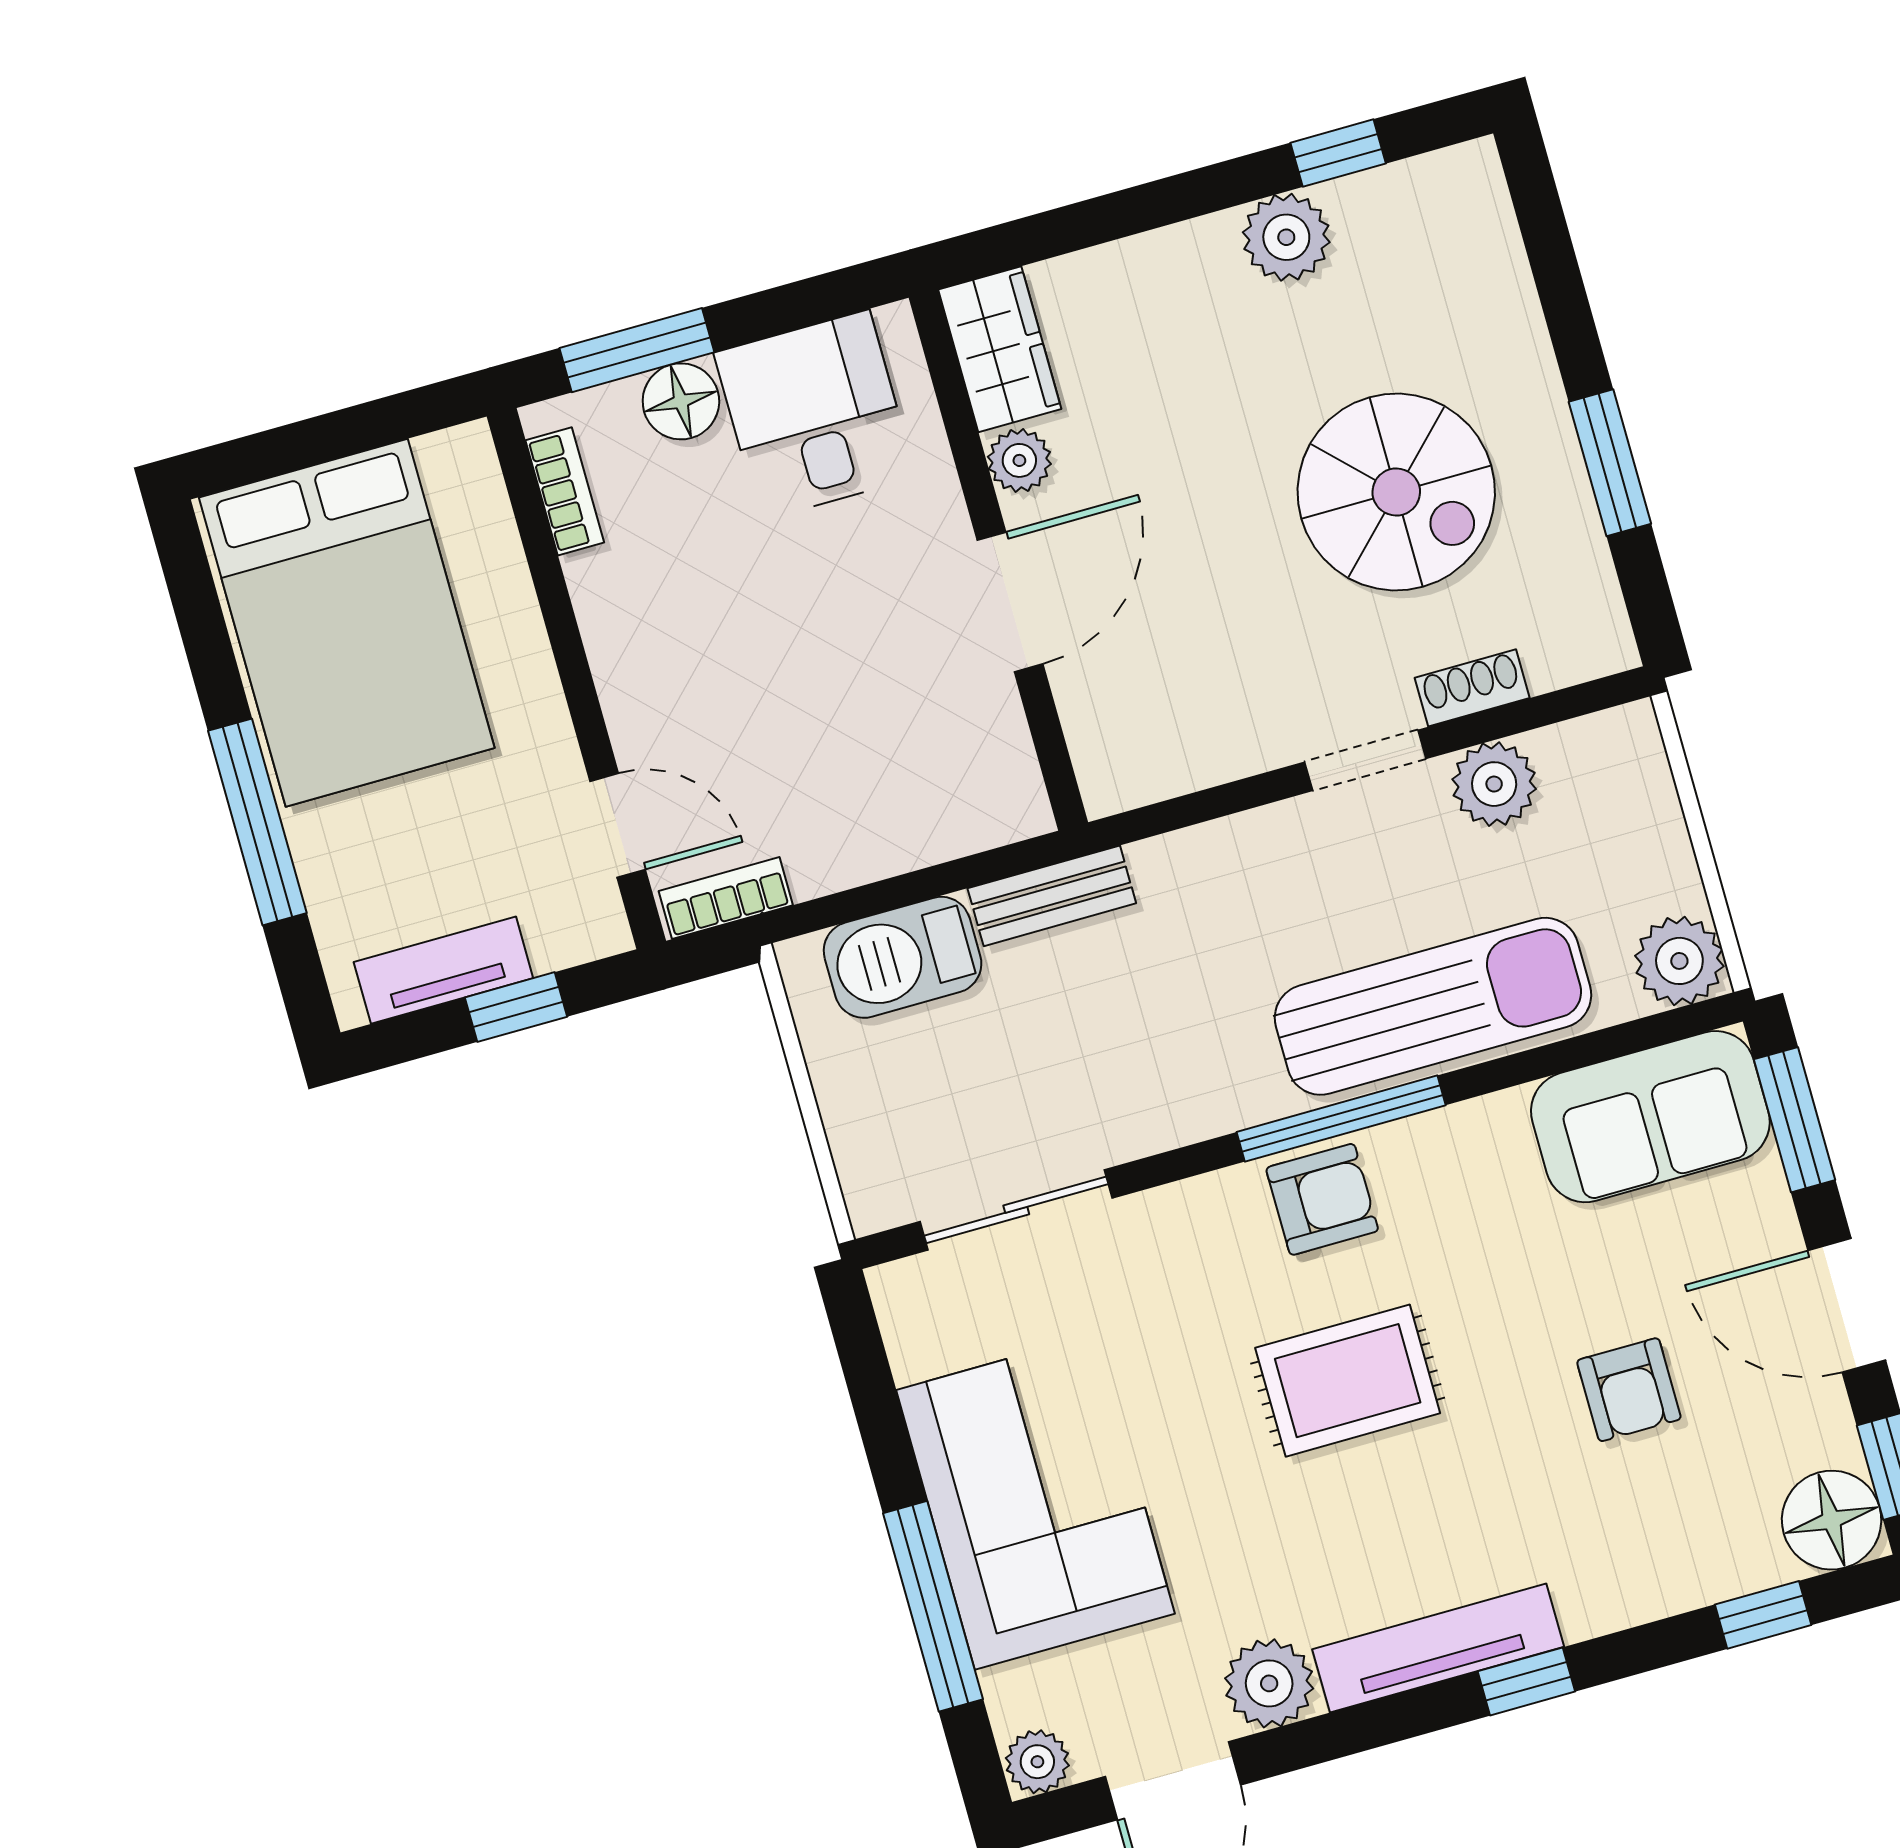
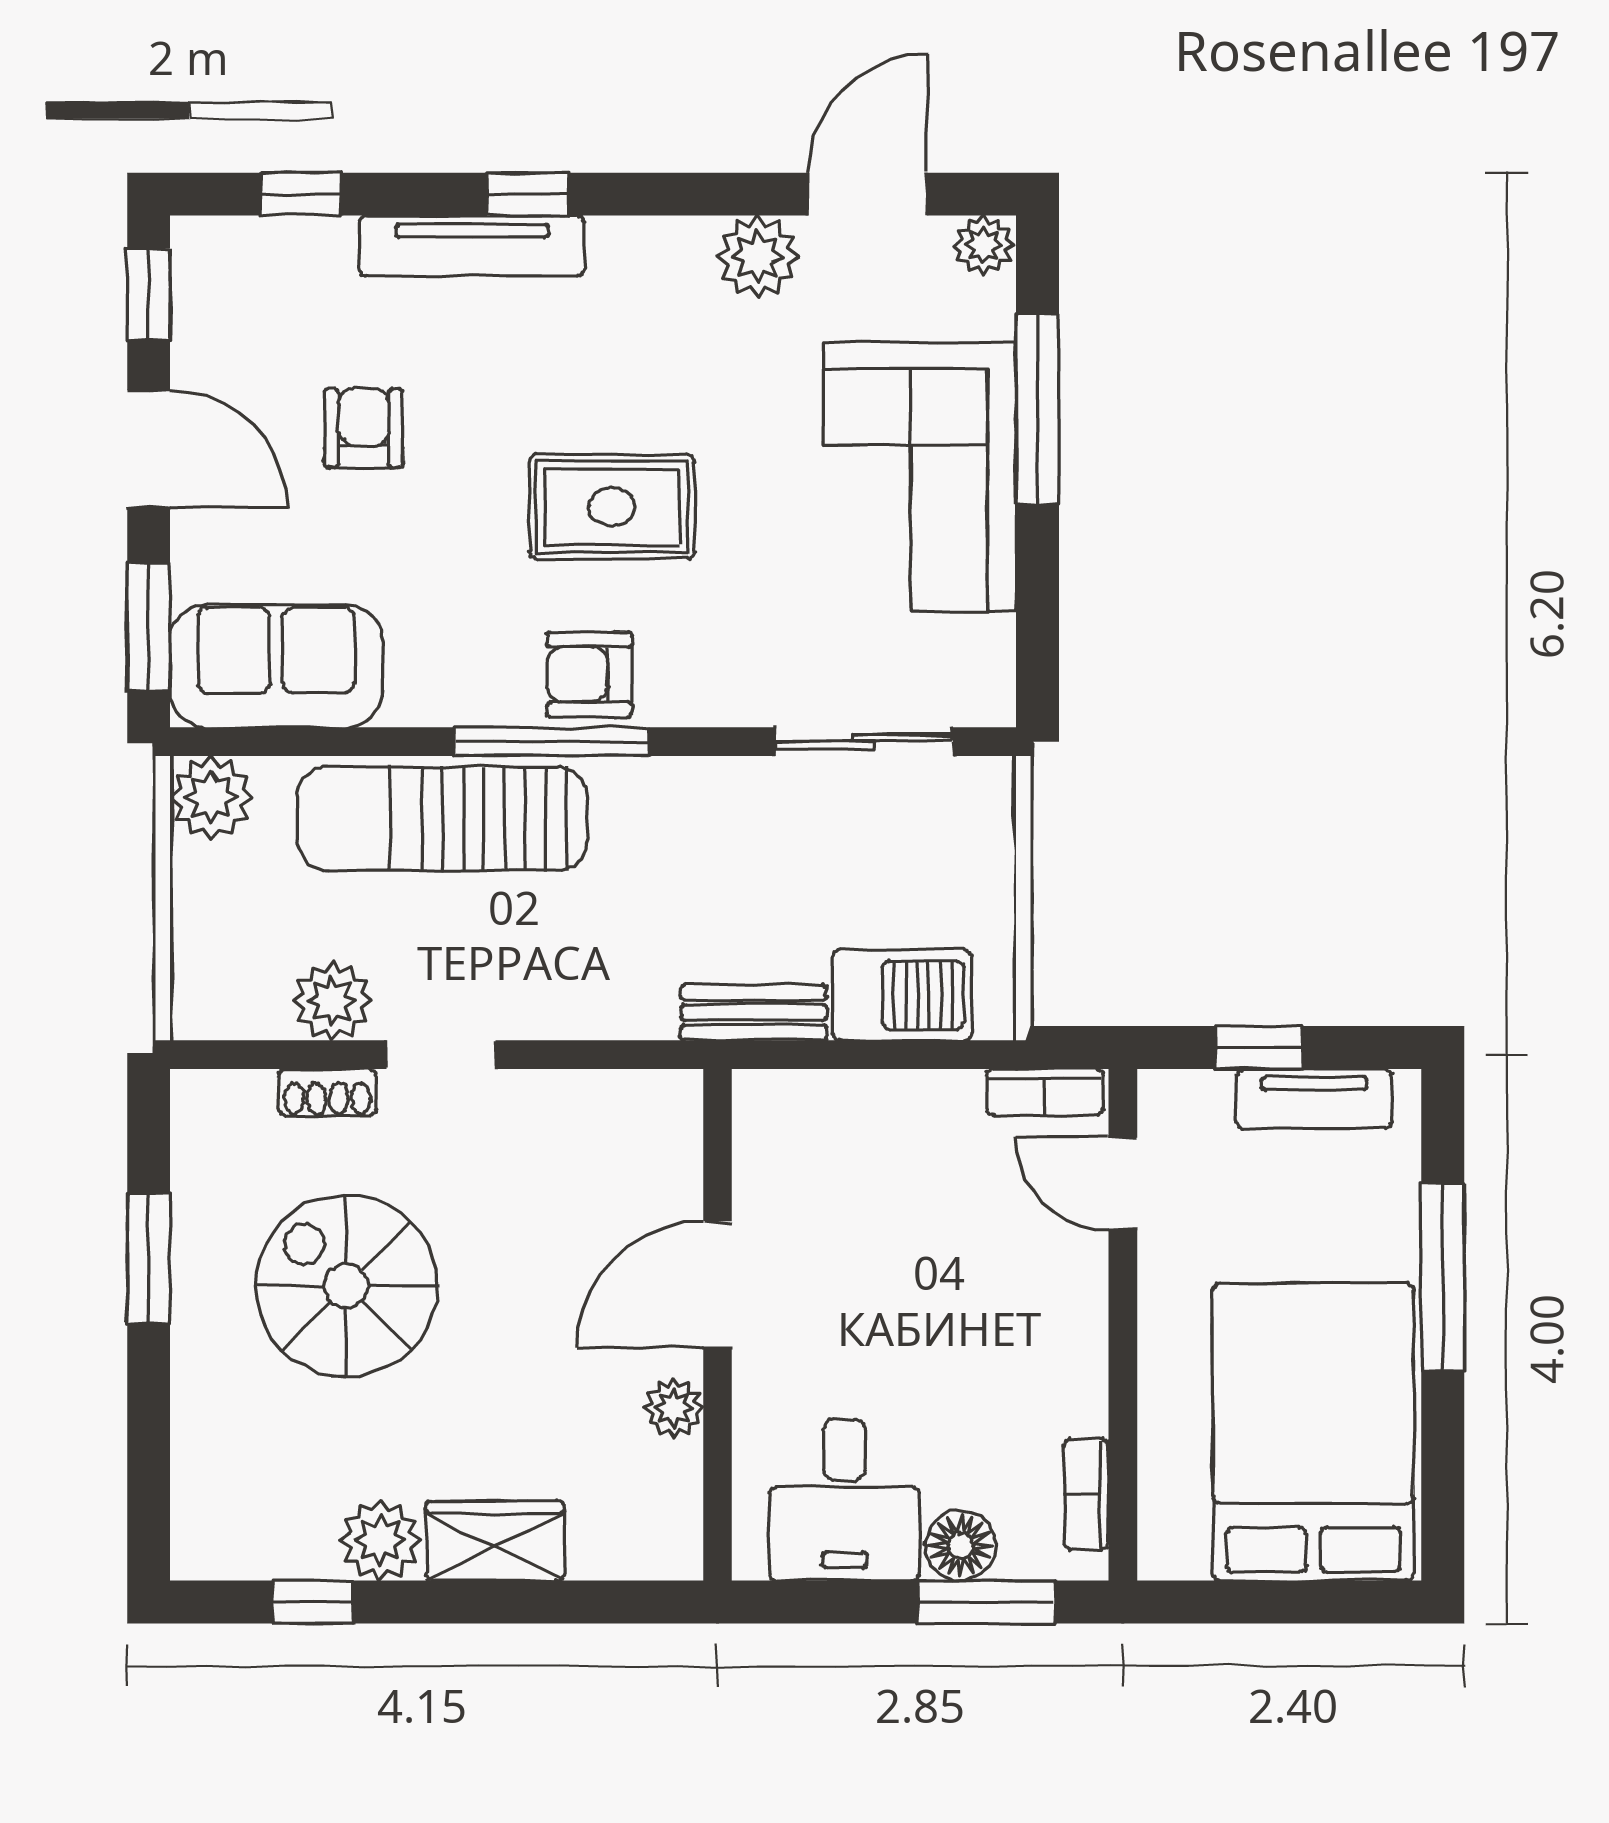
wardrobe: (1000, 349) -> (495, 1541), moved, turned 90
floor lamp: (1832, 1520) -> (216, 261), removed
tv unit: (1438, 1648) -> (472, 246), moved

